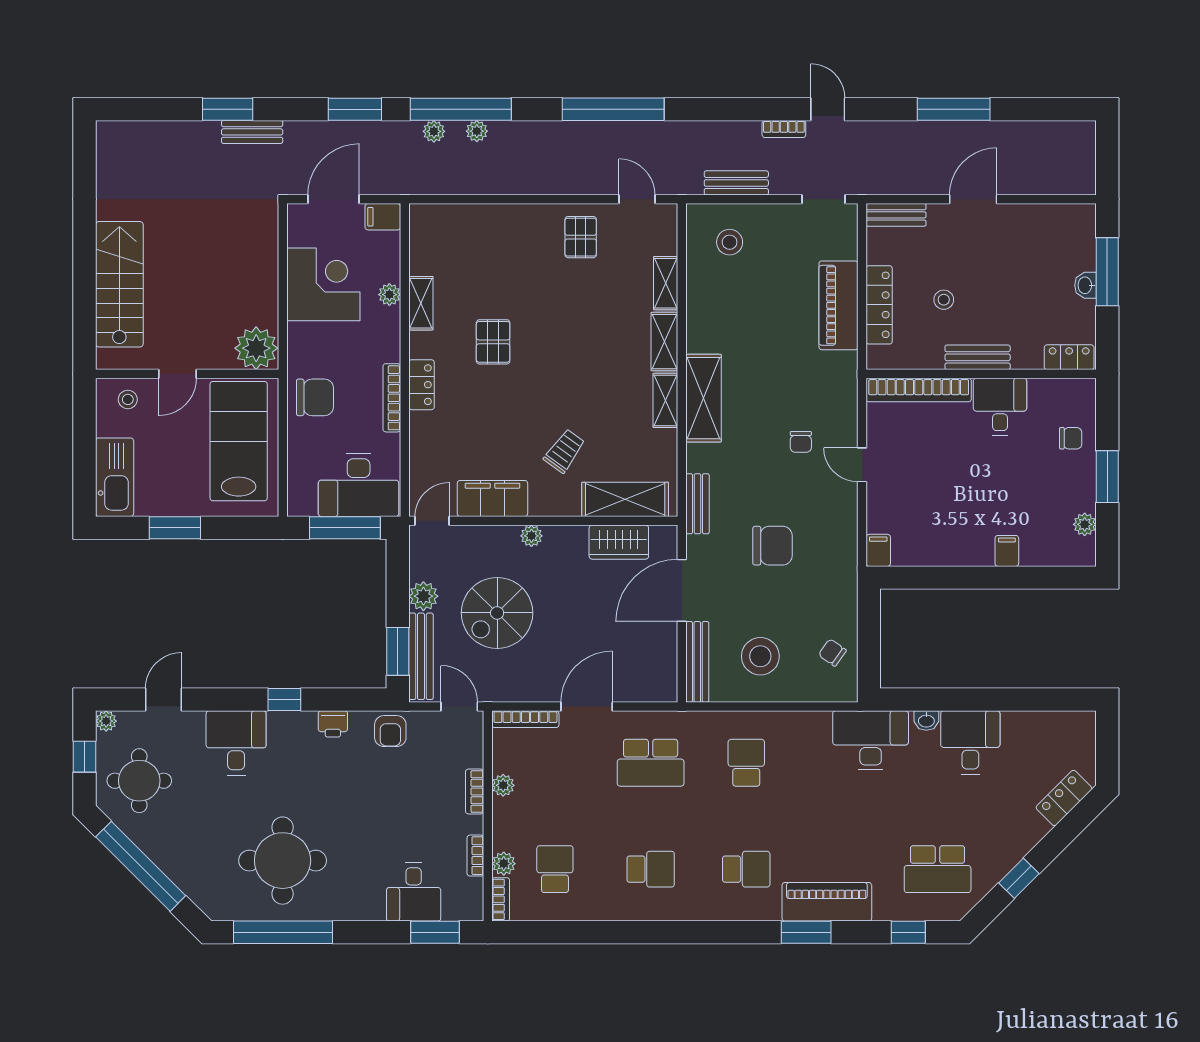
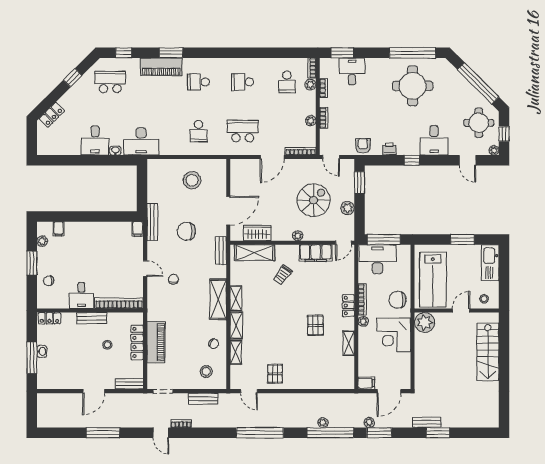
plant: (434, 131) -> (369, 423), moved
corner desk: (323, 284) -> (394, 335), moved
plant: (389, 295) -> (363, 321), moved
filing cabinet: (1007, 551) -> (59, 229), moved
chair: (832, 653) -> (214, 344), moved
bench: (421, 656) -> (349, 180), removed
bench: (697, 662) -> (152, 222), moved
door: (164, 700) -> (468, 160), hinge flipped

